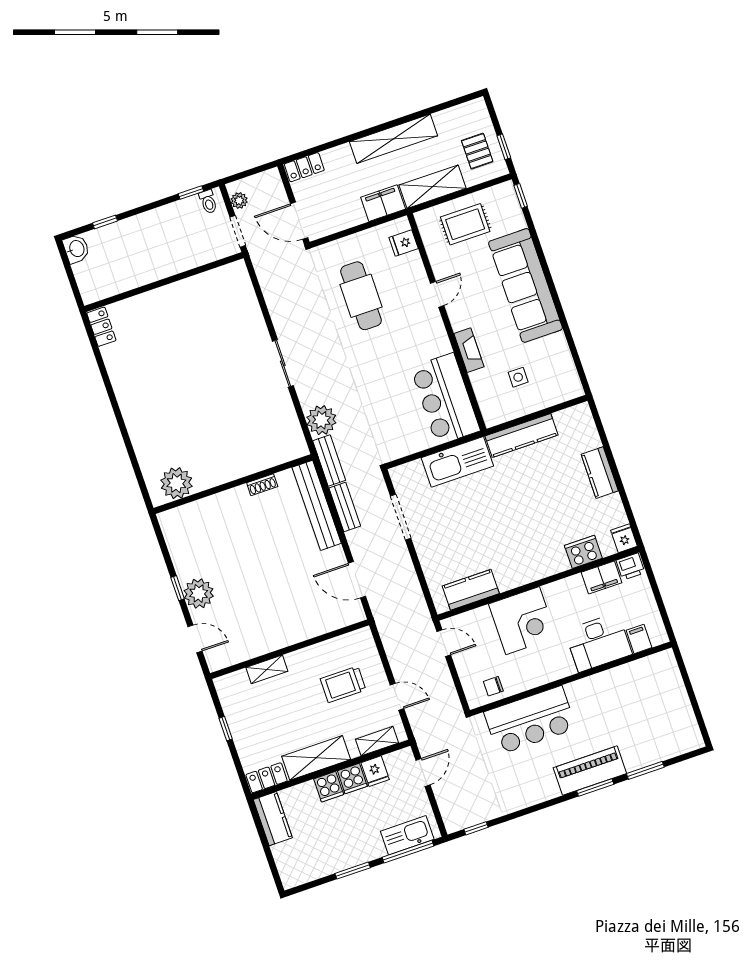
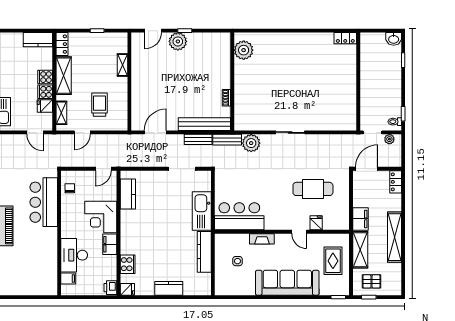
fridge: (404, 243) -> (316, 223), moved
filing cabinet: (602, 577) -> (110, 244), moved

